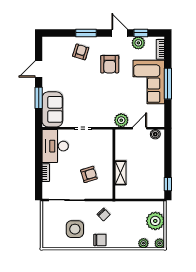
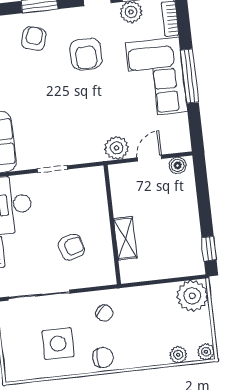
plant: (155, 221) -> (192, 296), moved

